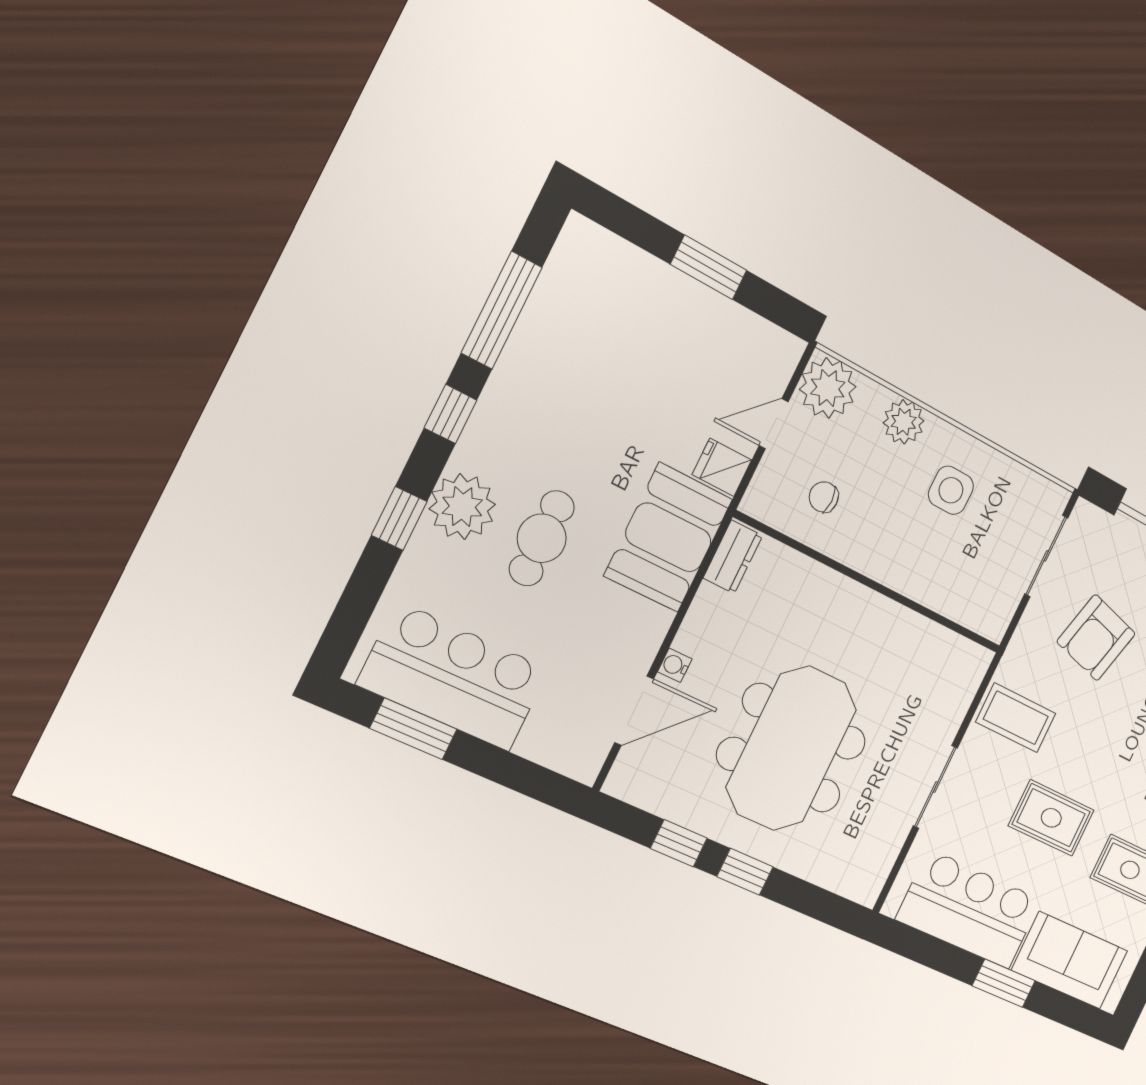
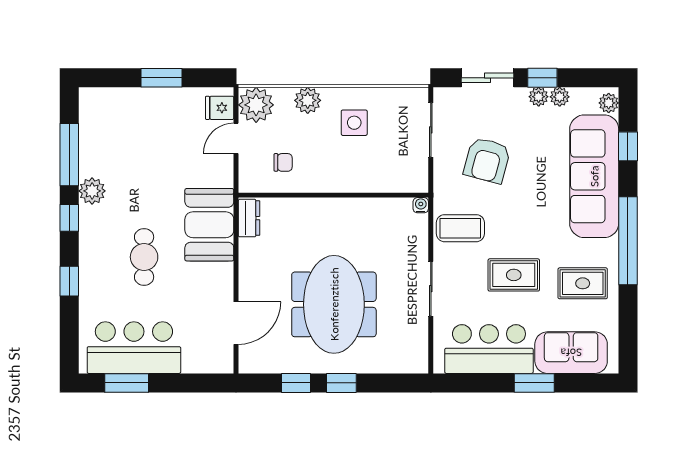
fridge: (722, 467) -> (220, 108), moved
chair: (824, 497) -> (283, 162), turned 180
plant: (462, 507) -> (92, 191), moved, width x0.73, depth x0.73
water cooler: (675, 665) -> (421, 205), moved, turned 90

